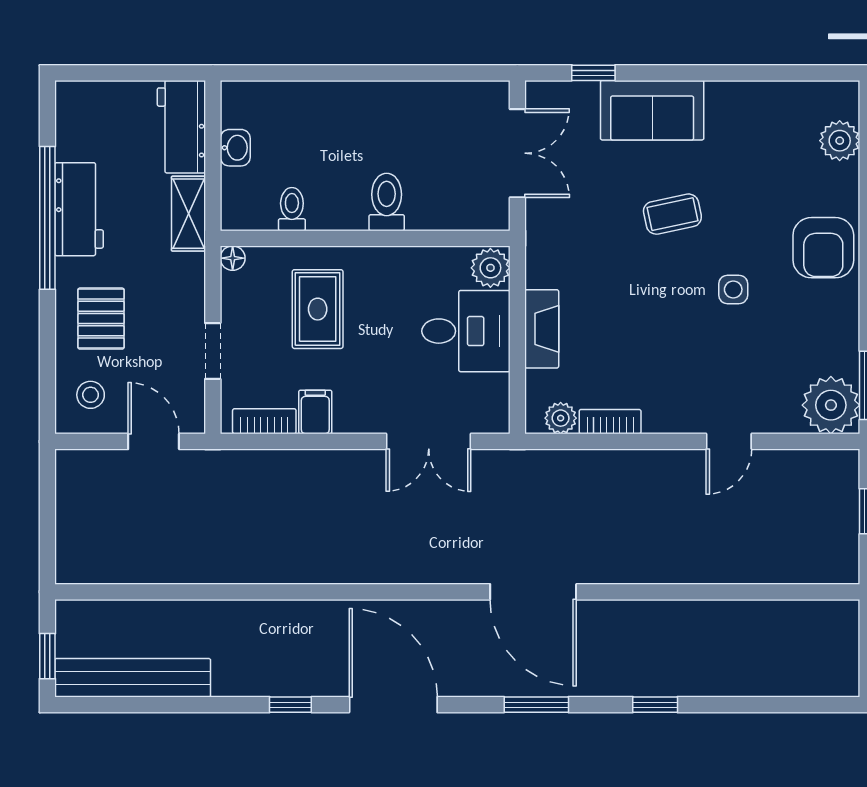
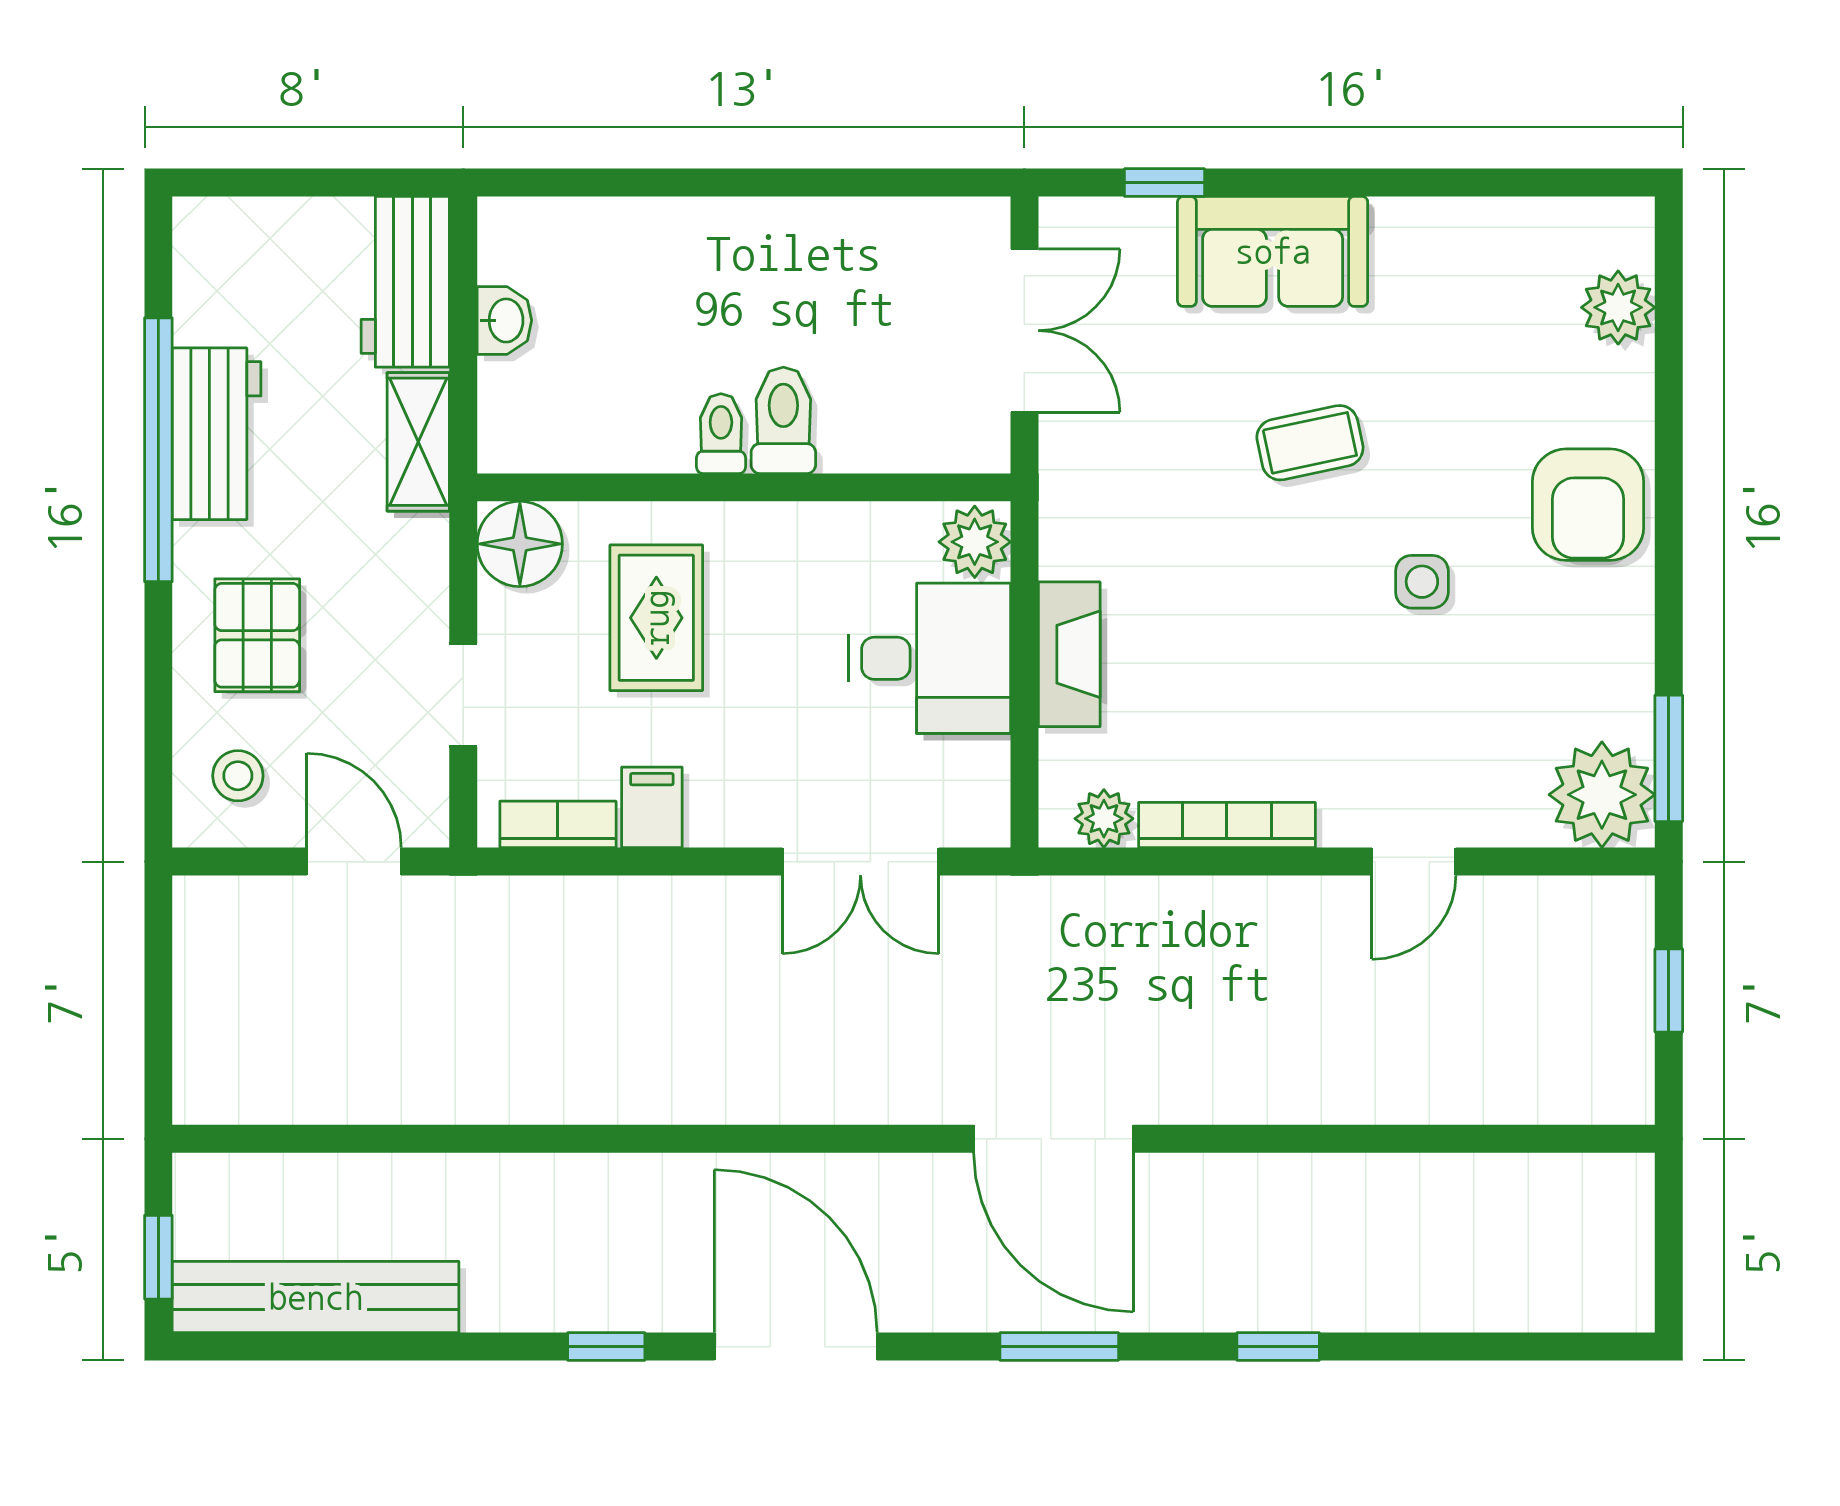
toilet: (292, 209) -> (721, 434), moved
floor lamp: (233, 258) -> (520, 544), width x1.89, depth x1.89
bookcase: (610, 422) -> (1227, 825), width x1.56

